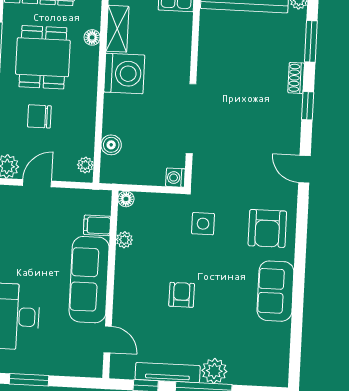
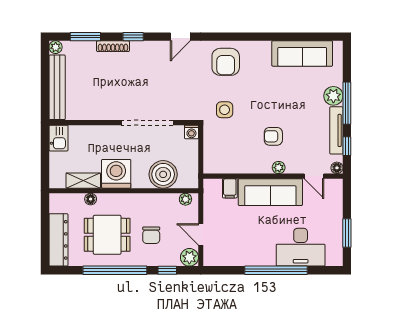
shoe rack: (296, 78) -> (113, 46), width x1.43
boiler: (111, 145) -> (163, 174), width x1.86, depth x1.86
floor lamp: (126, 199) -> (337, 168), moved
armchair: (267, 228) -> (226, 62), turned 90
plant: (124, 240) -> (279, 168), moved
sofa: (275, 291) -> (302, 53), moved, width x1.36
armchair: (182, 295) -> (273, 136), moved
door: (108, 339) -> (314, 176), swing flipped

